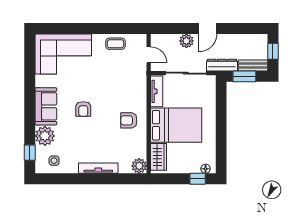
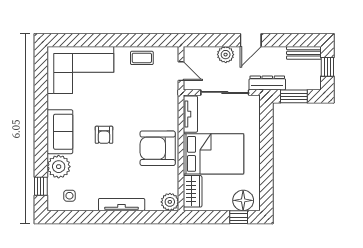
bench: (253, 65) -> (304, 53), moved
armchair: (129, 120) -> (158, 148), width x1.88, depth x1.88
floor lamp: (206, 169) -> (243, 200), width x1.89, depth x1.89

